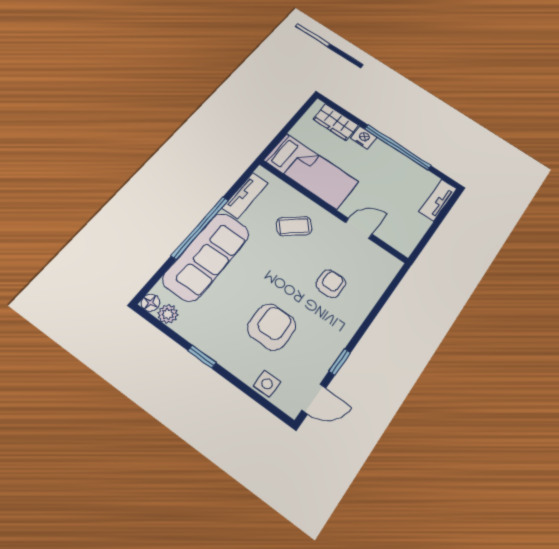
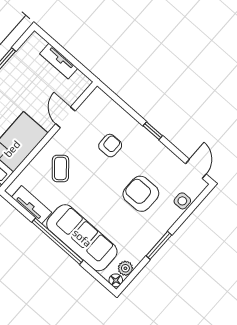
tv unit: (438, 200) -> (59, 61), moved
armchair: (331, 284) -> (110, 146), turned 90
window: (202, 357) -> (159, 245), width x1.50
window: (340, 362) -> (153, 131), moved

